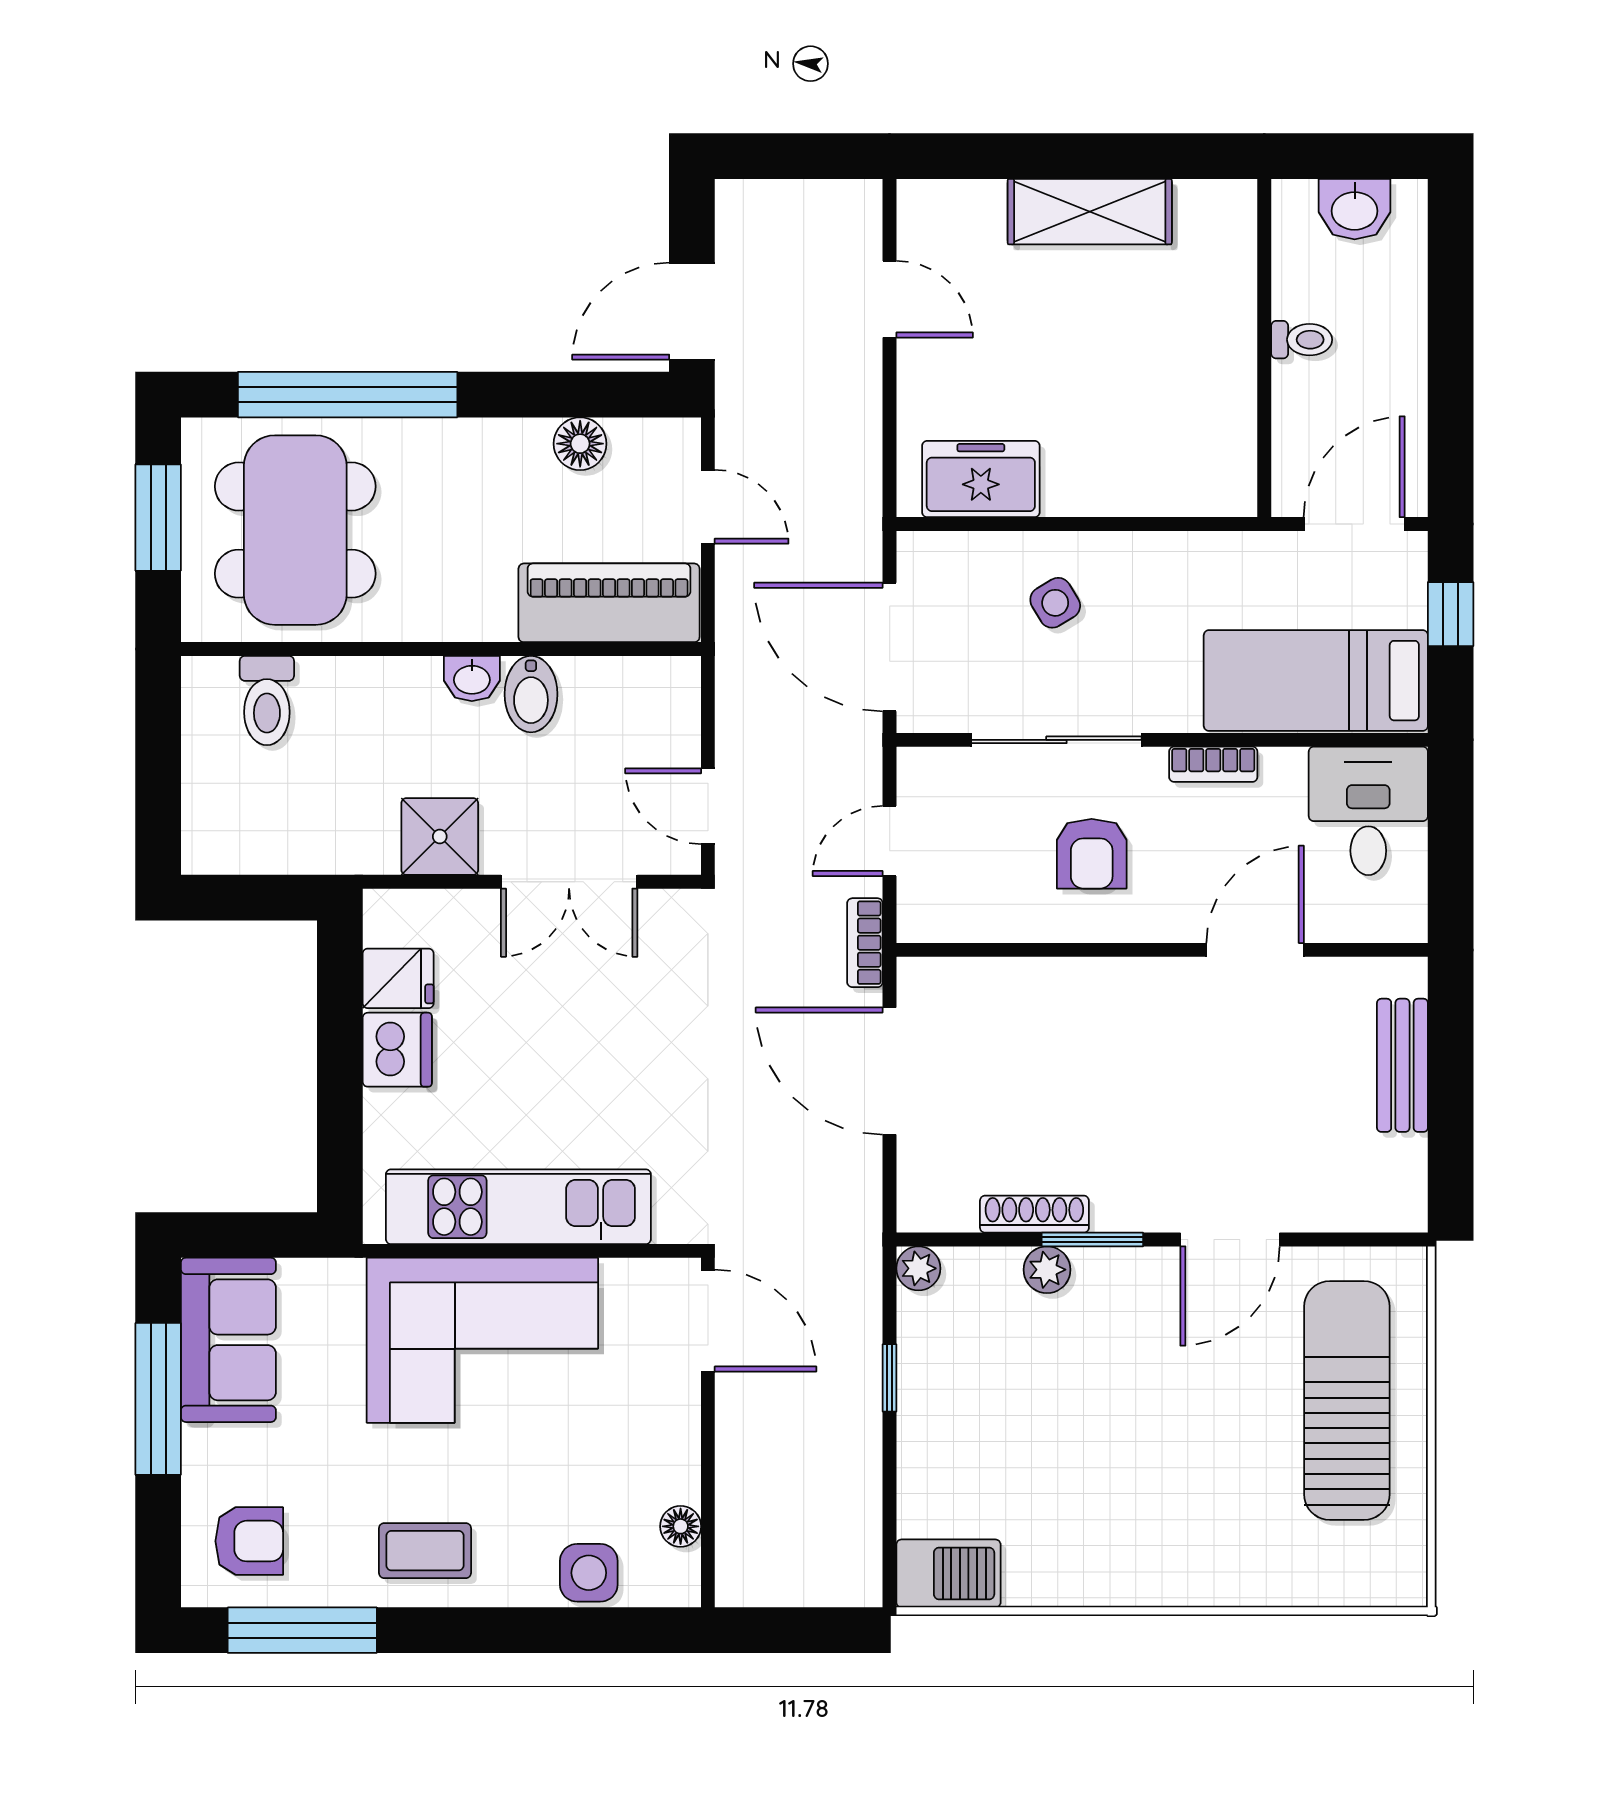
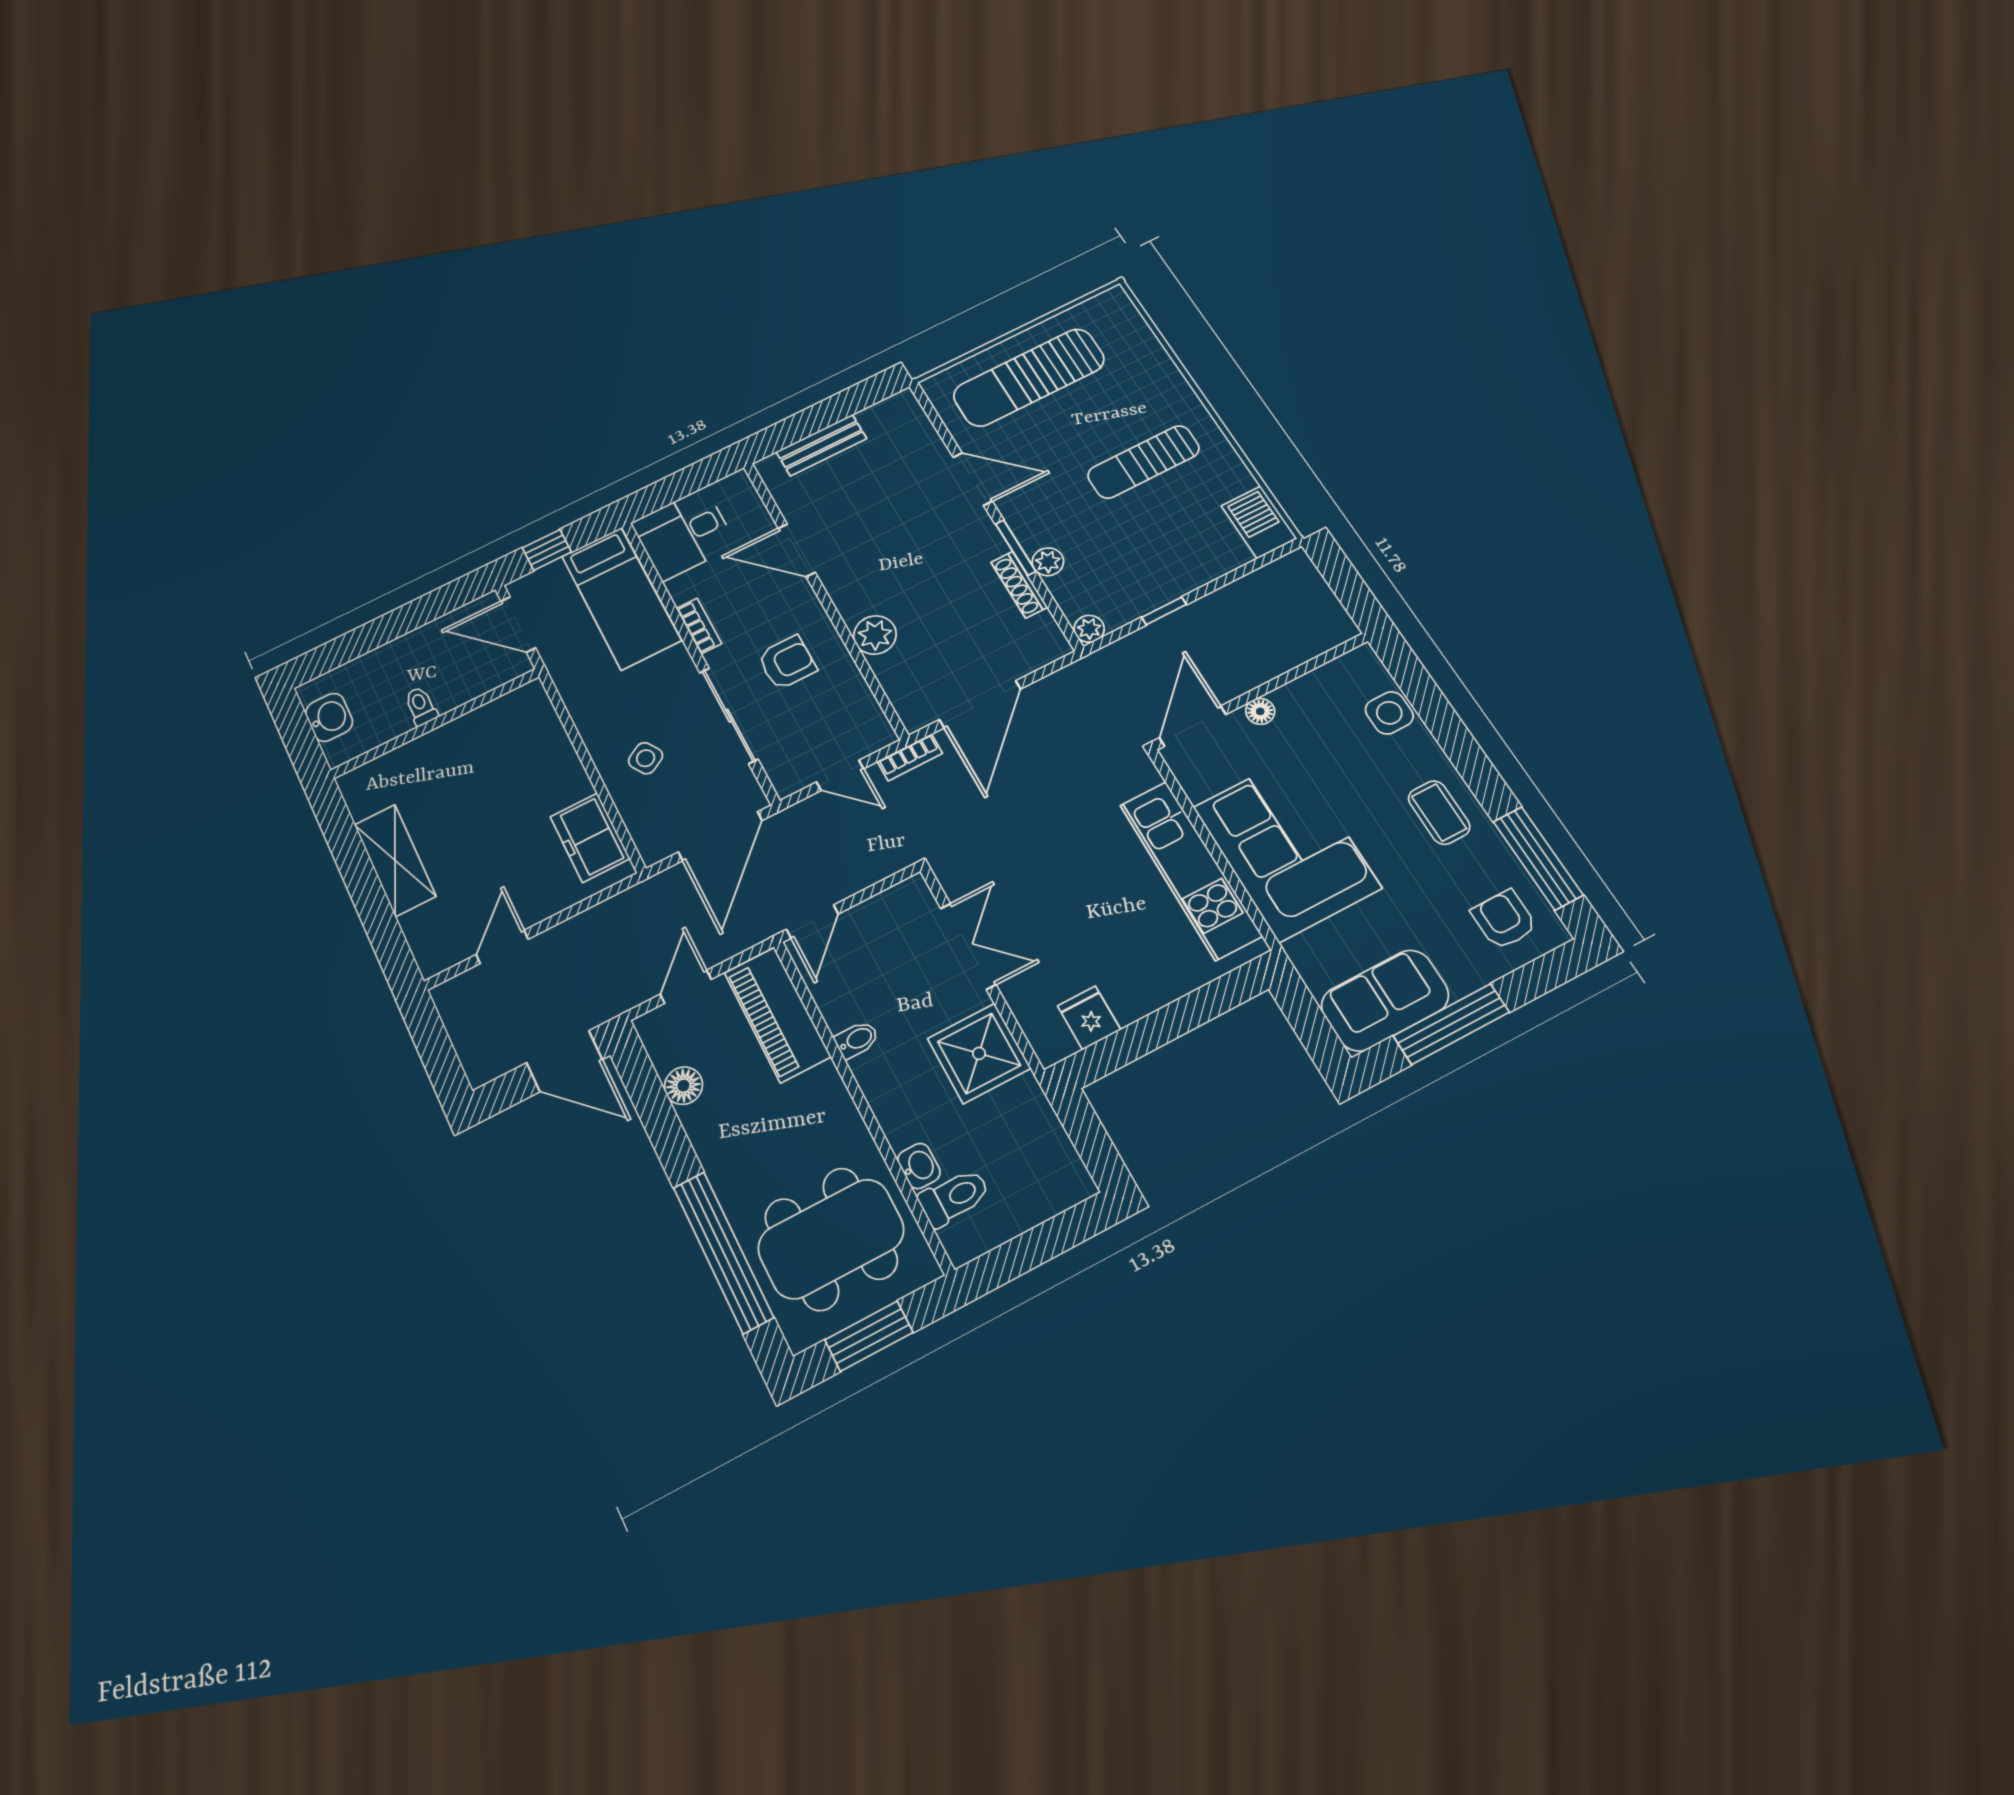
washbasin: (472, 678) -> (919, 1166), moved
bidet: (531, 694) -> (857, 1040), width x0.72, depth x0.74
door: (708, 806) -> (812, 922), moved
shower: (440, 837) -> (979, 1053), width x1.36, depth x1.36
plant: (1067, 989) -> (875, 635), added
dishwasher: (397, 1050) -> (1135, 994), removed
sun lounger: (1125, 1478) -> (1143, 462), added
floor lamp: (681, 1526) -> (1260, 711), moved

